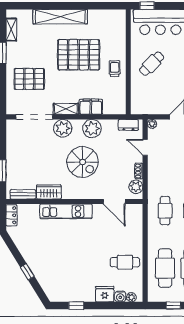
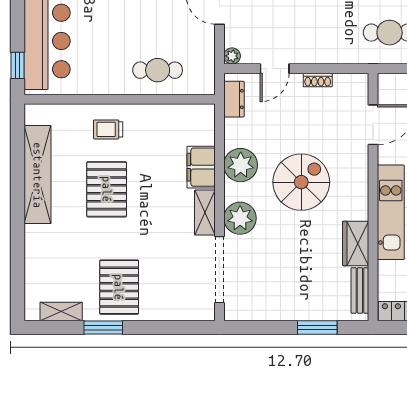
shelving: (60, 17) -> (38, 175), moved
pallet: (79, 55) -> (107, 189), width x0.73, depth x0.71
cafe table: (152, 64) -> (158, 70), moved, turned -45
trolley: (115, 69) -> (108, 129), moved
pallet: (29, 79) -> (119, 287), moved
plant: (136, 187) -> (346, 85), removed

